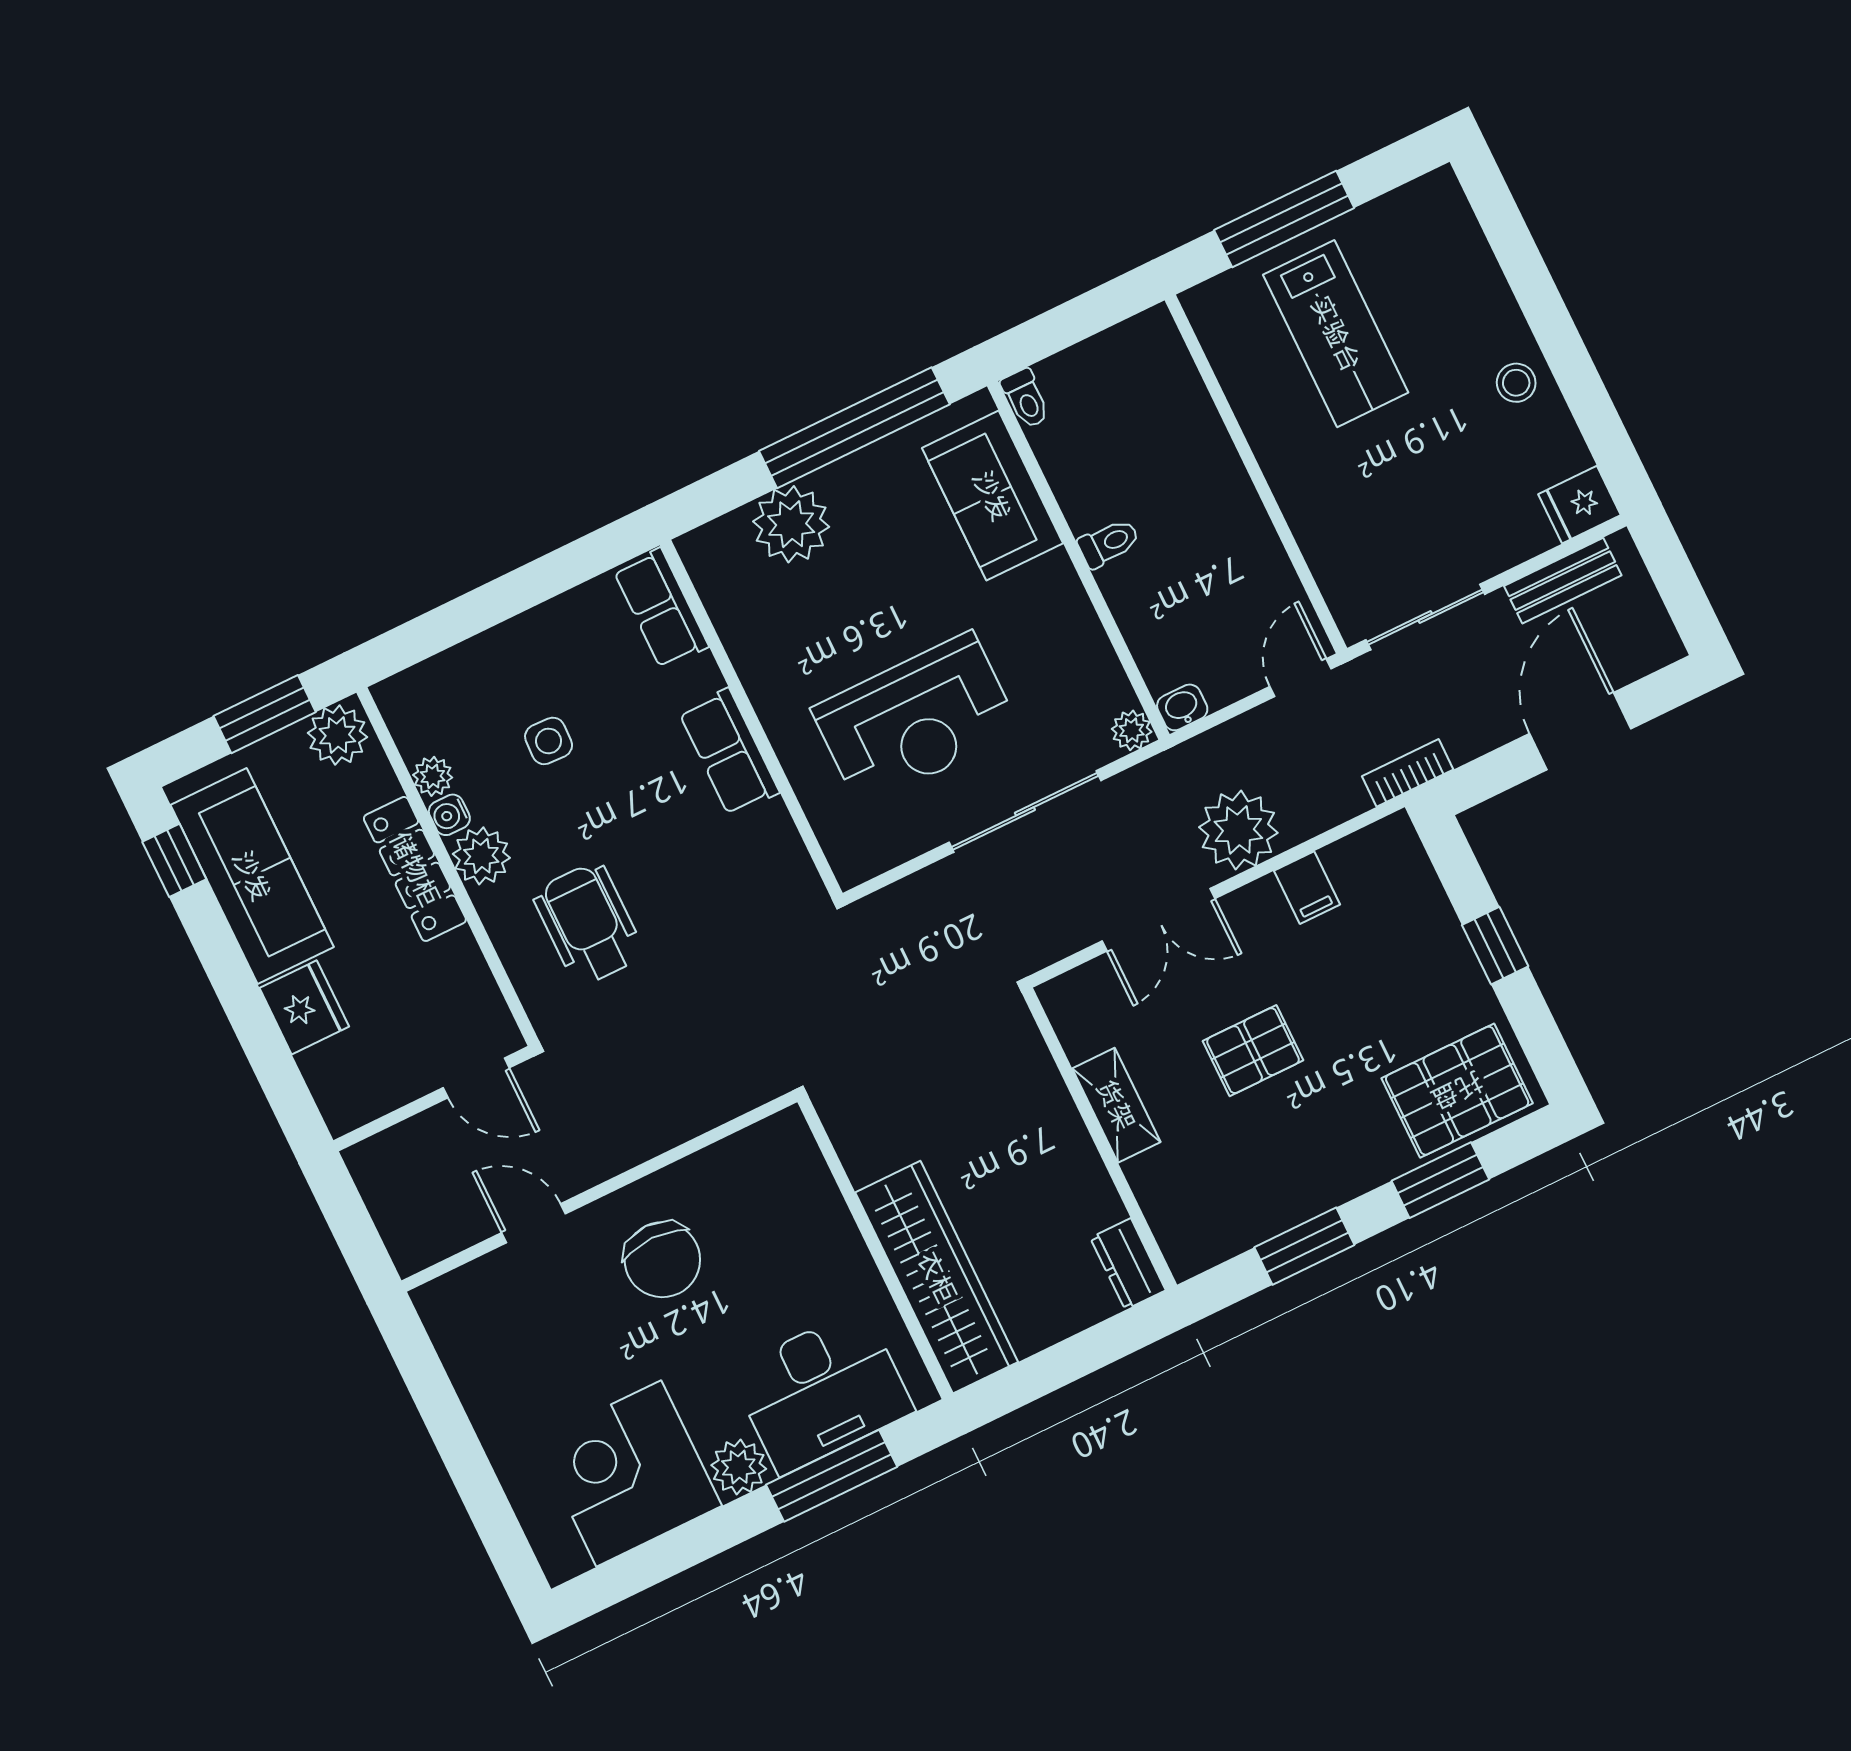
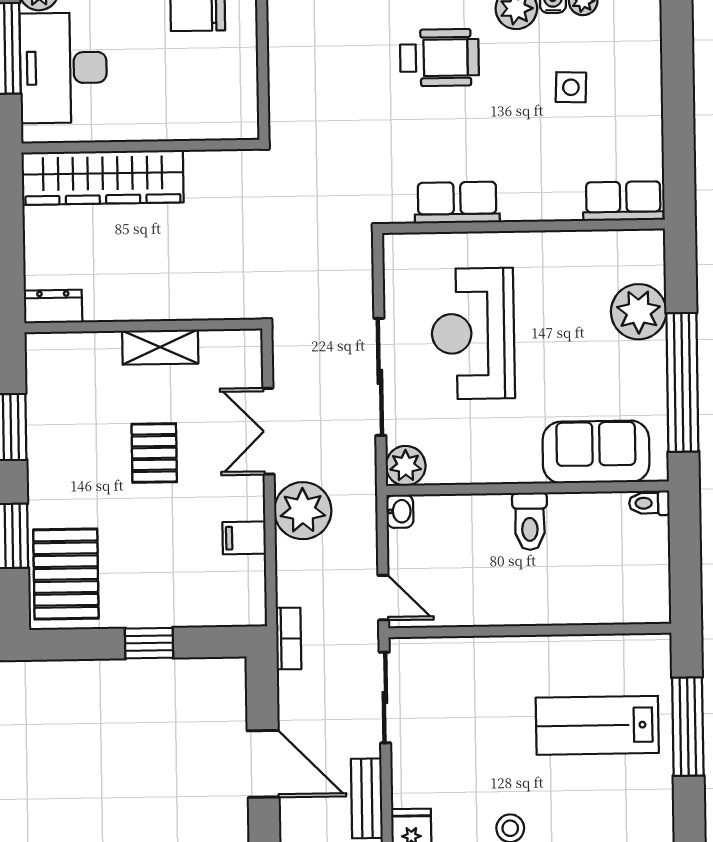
toilet: (1109, 543) -> (530, 521), width x1.37, depth x1.39
plant: (1132, 730) -> (406, 466), width x1.38, depth x1.38
row of seats: (729, 752) -> (457, 203), moved

